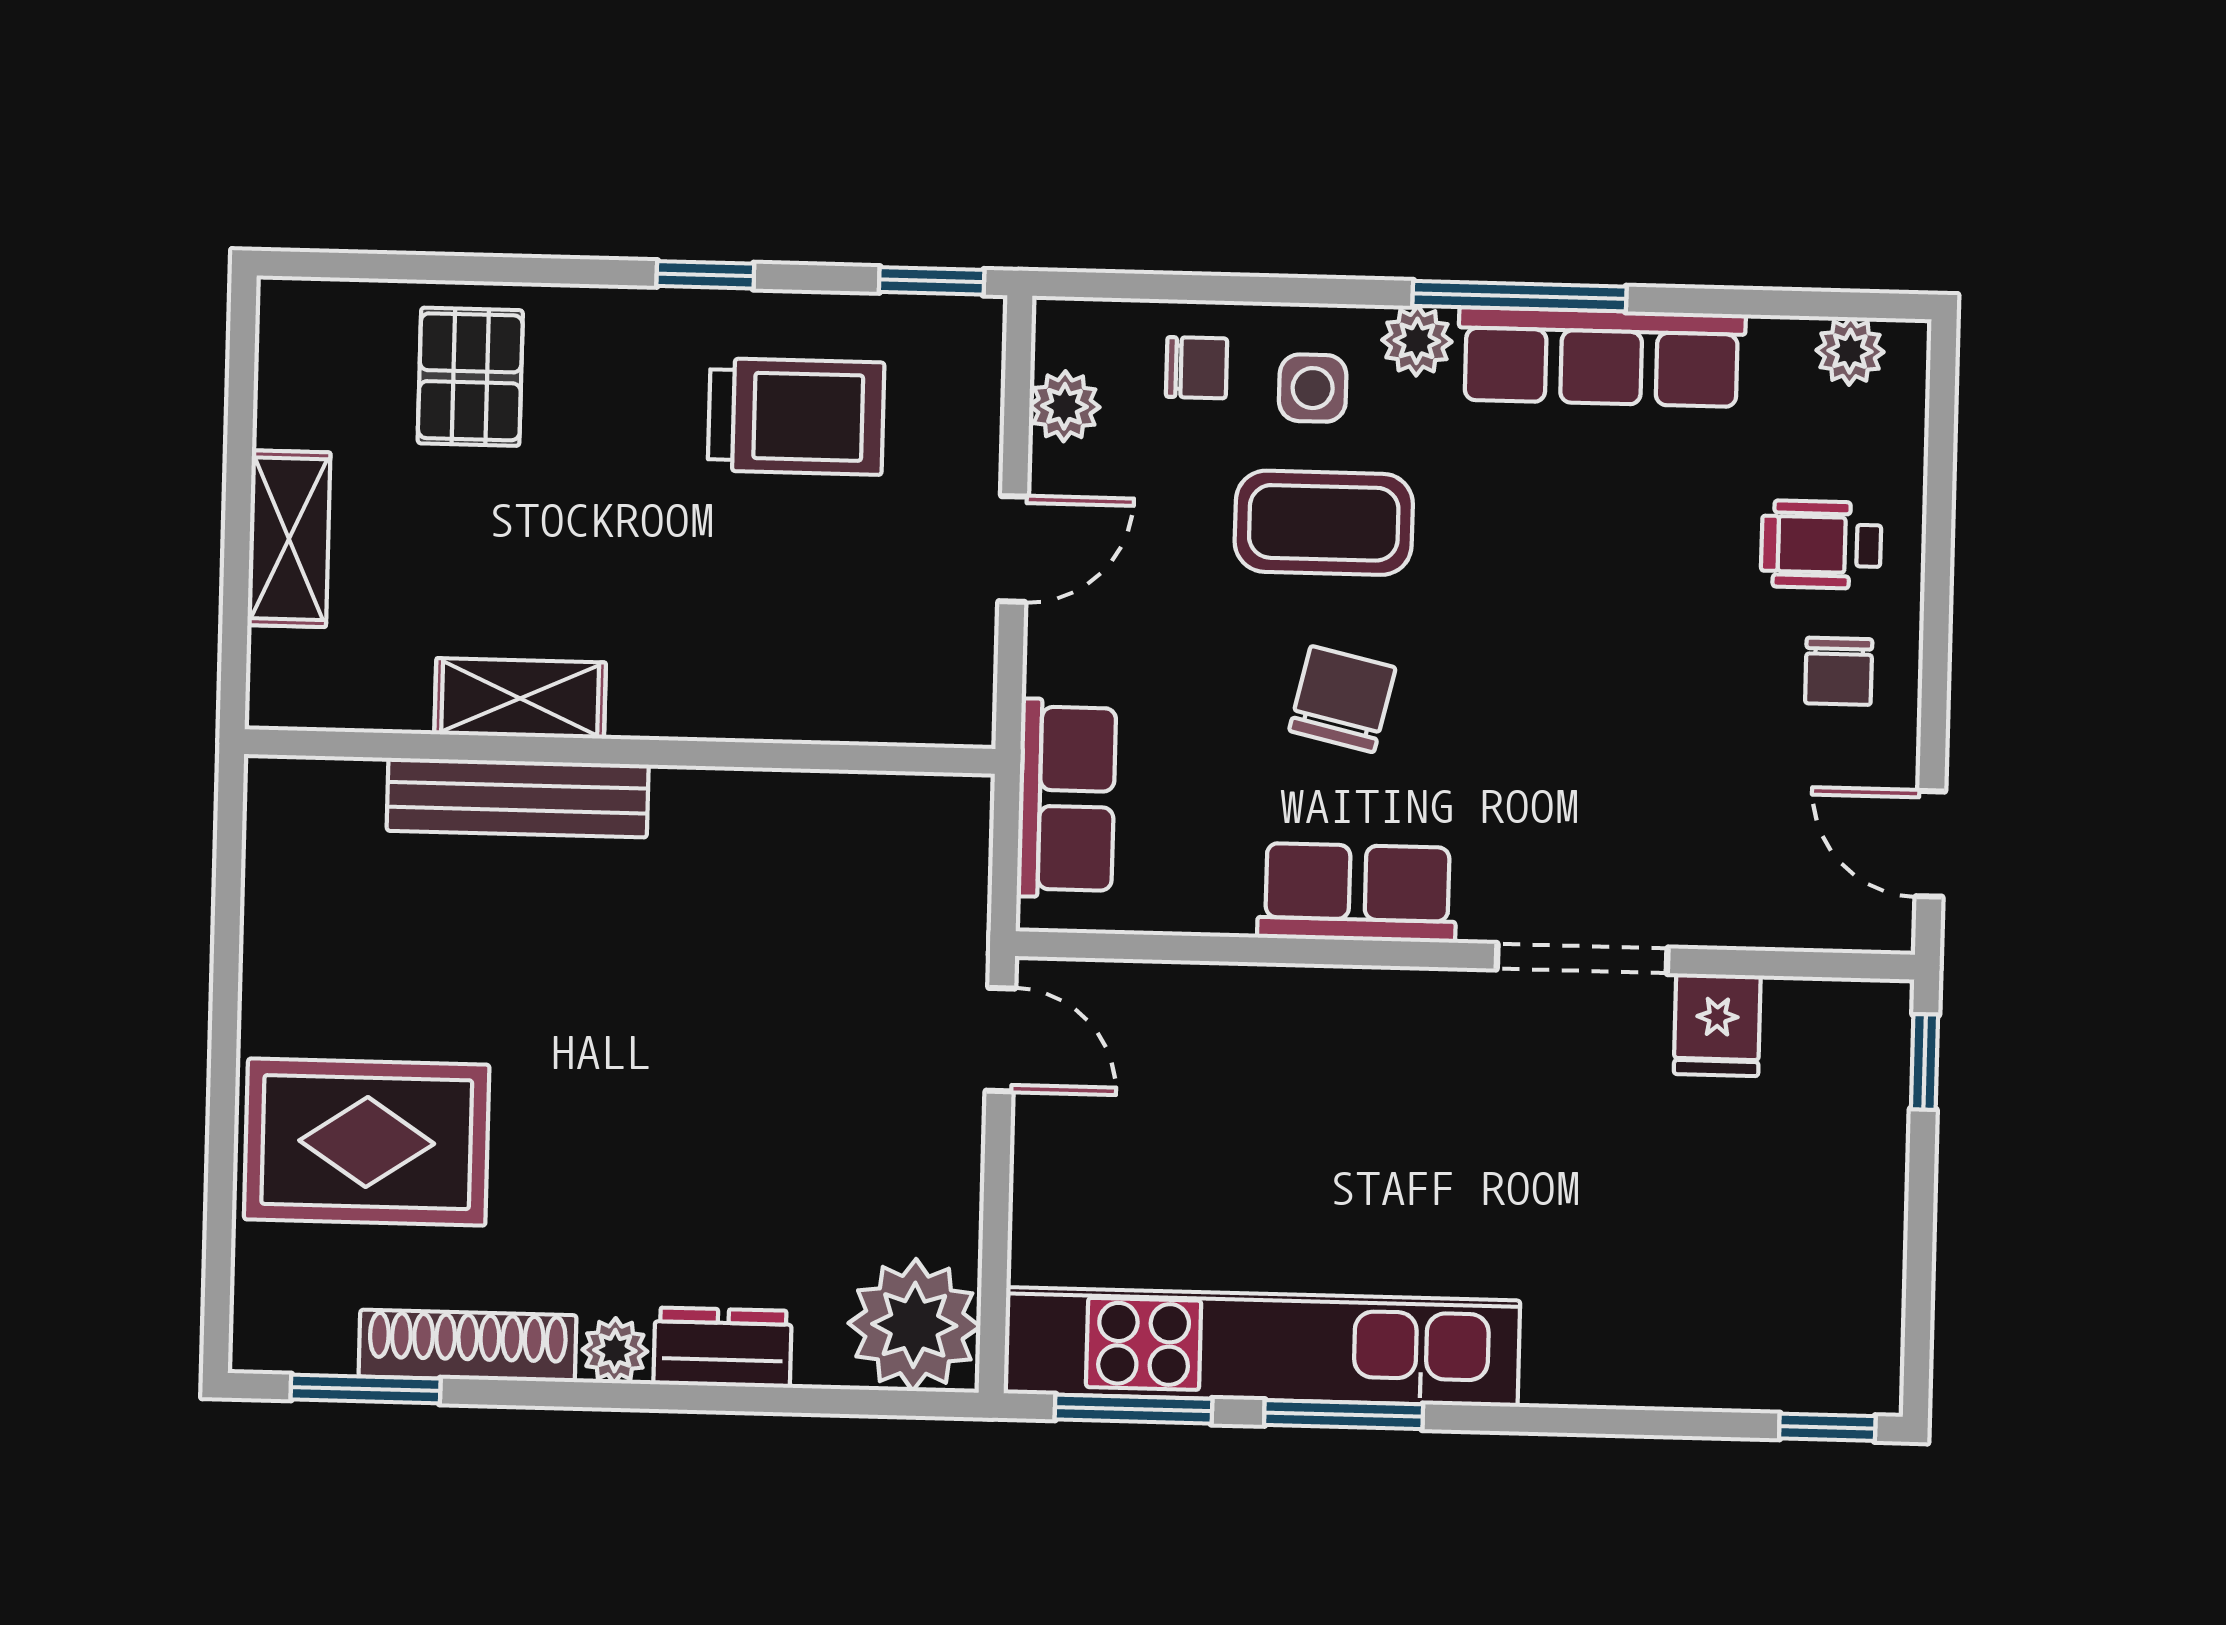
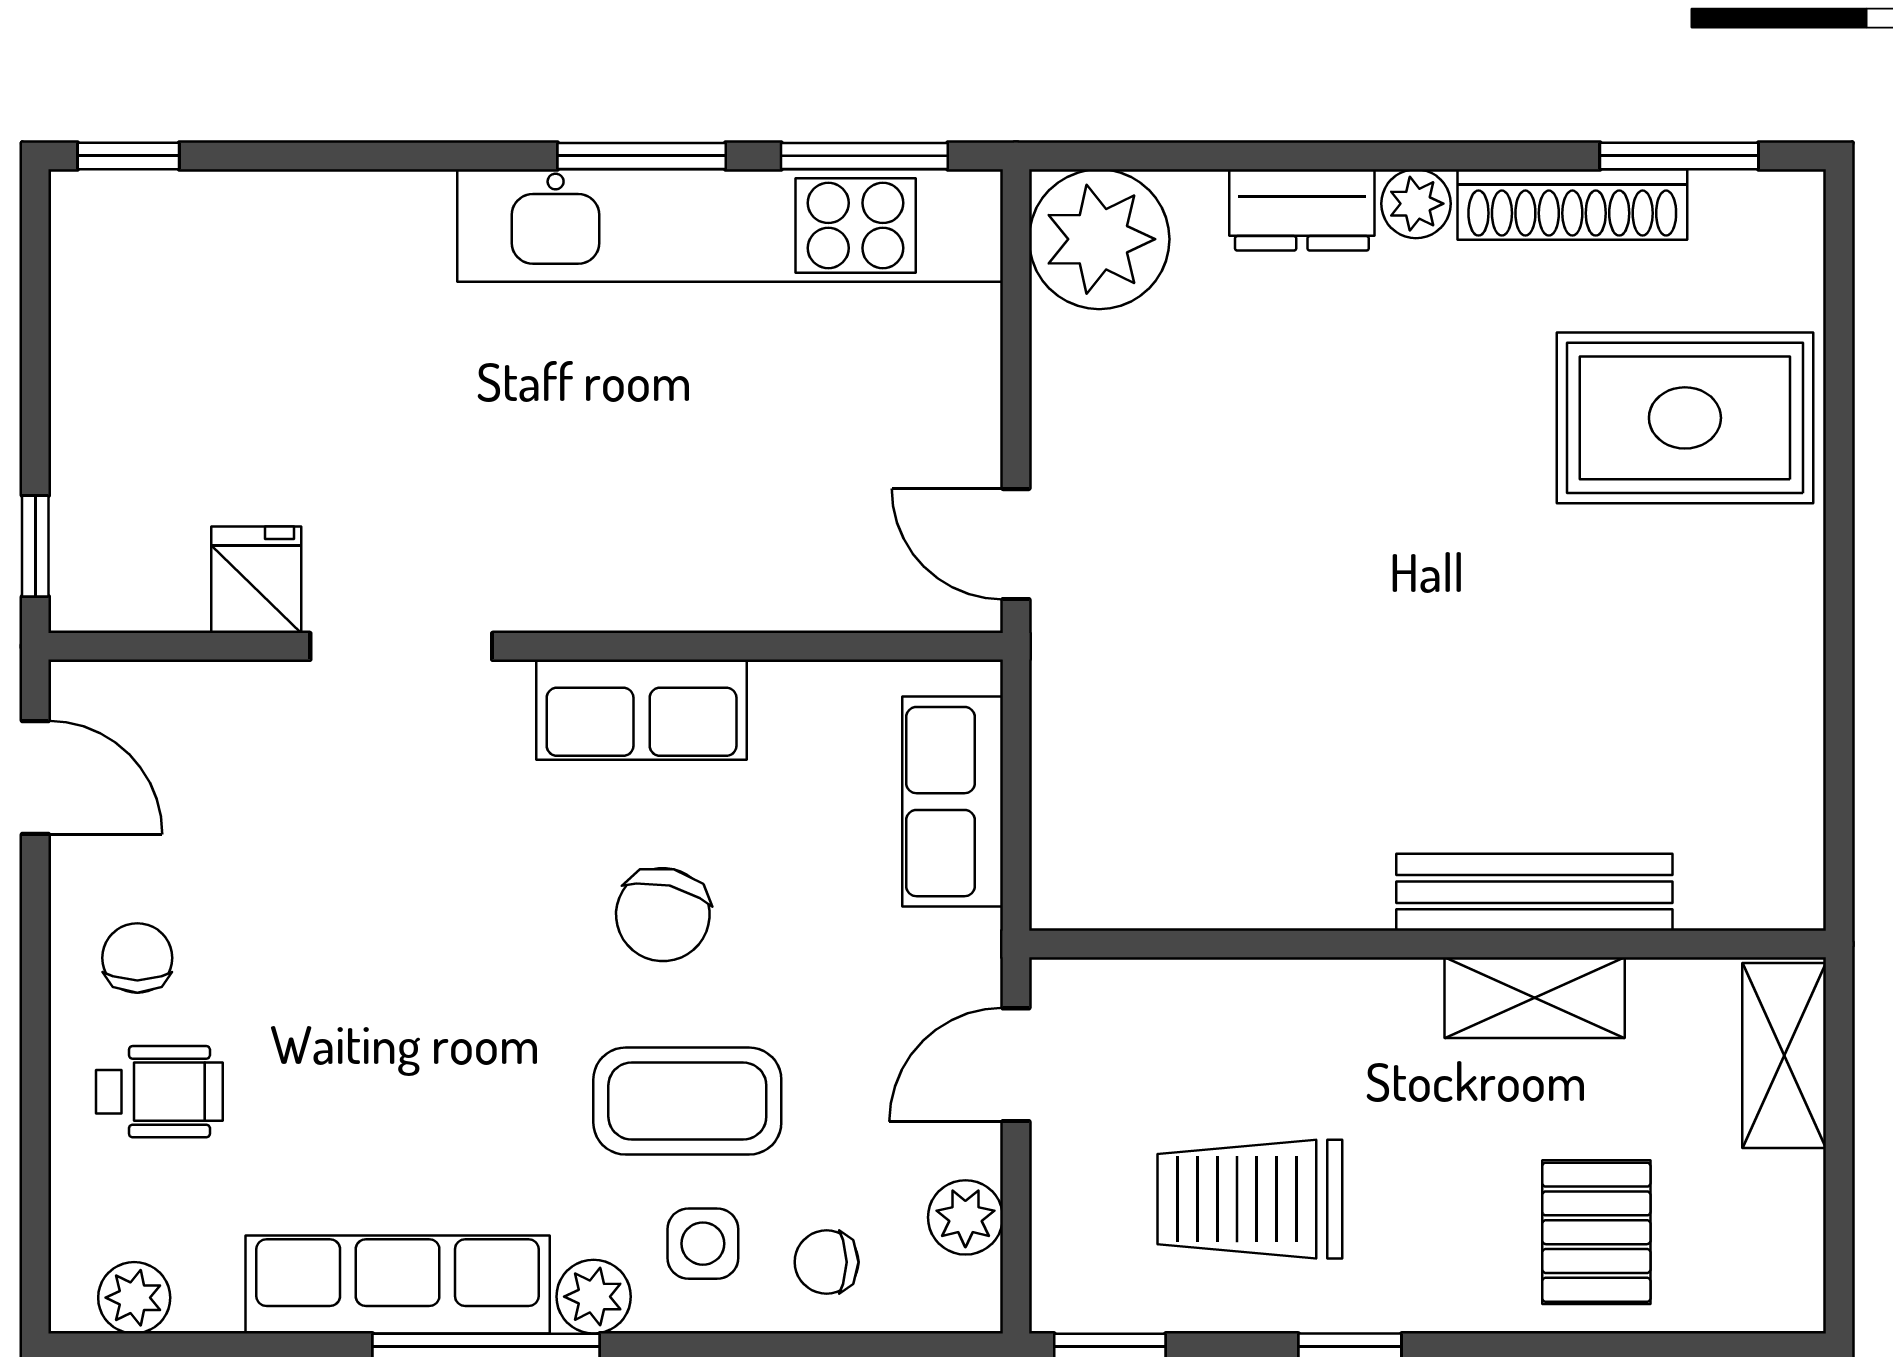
shelving: (520, 698) -> (1535, 998), moved
wall: (620, 752) -> (1427, 944), moved
bench: (518, 798) -> (1534, 892), moved

